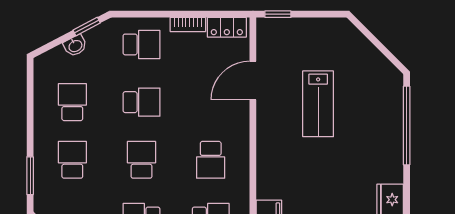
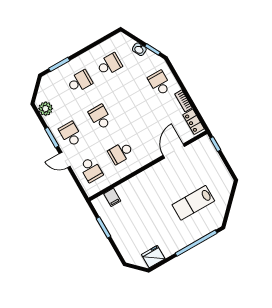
school desk: (141, 44) -> (159, 83), turned 180
door: (253, 81) -> (174, 151), hinge flipped
school desk: (141, 102) -> (130, 100), removed
lab bench: (318, 104) -> (193, 203), moved
school desk: (141, 160) -> (100, 117), turned -90

